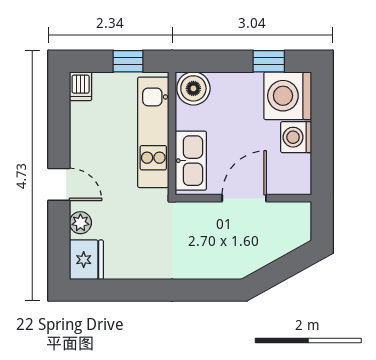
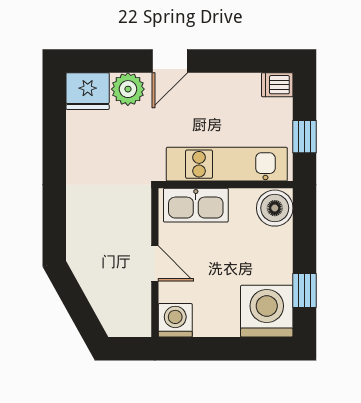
washing machine: (296, 137) -> (175, 320), moved
door: (244, 198) -> (155, 263), width x0.73
plant: (80, 223) -> (128, 89), width x1.38, depth x1.38

